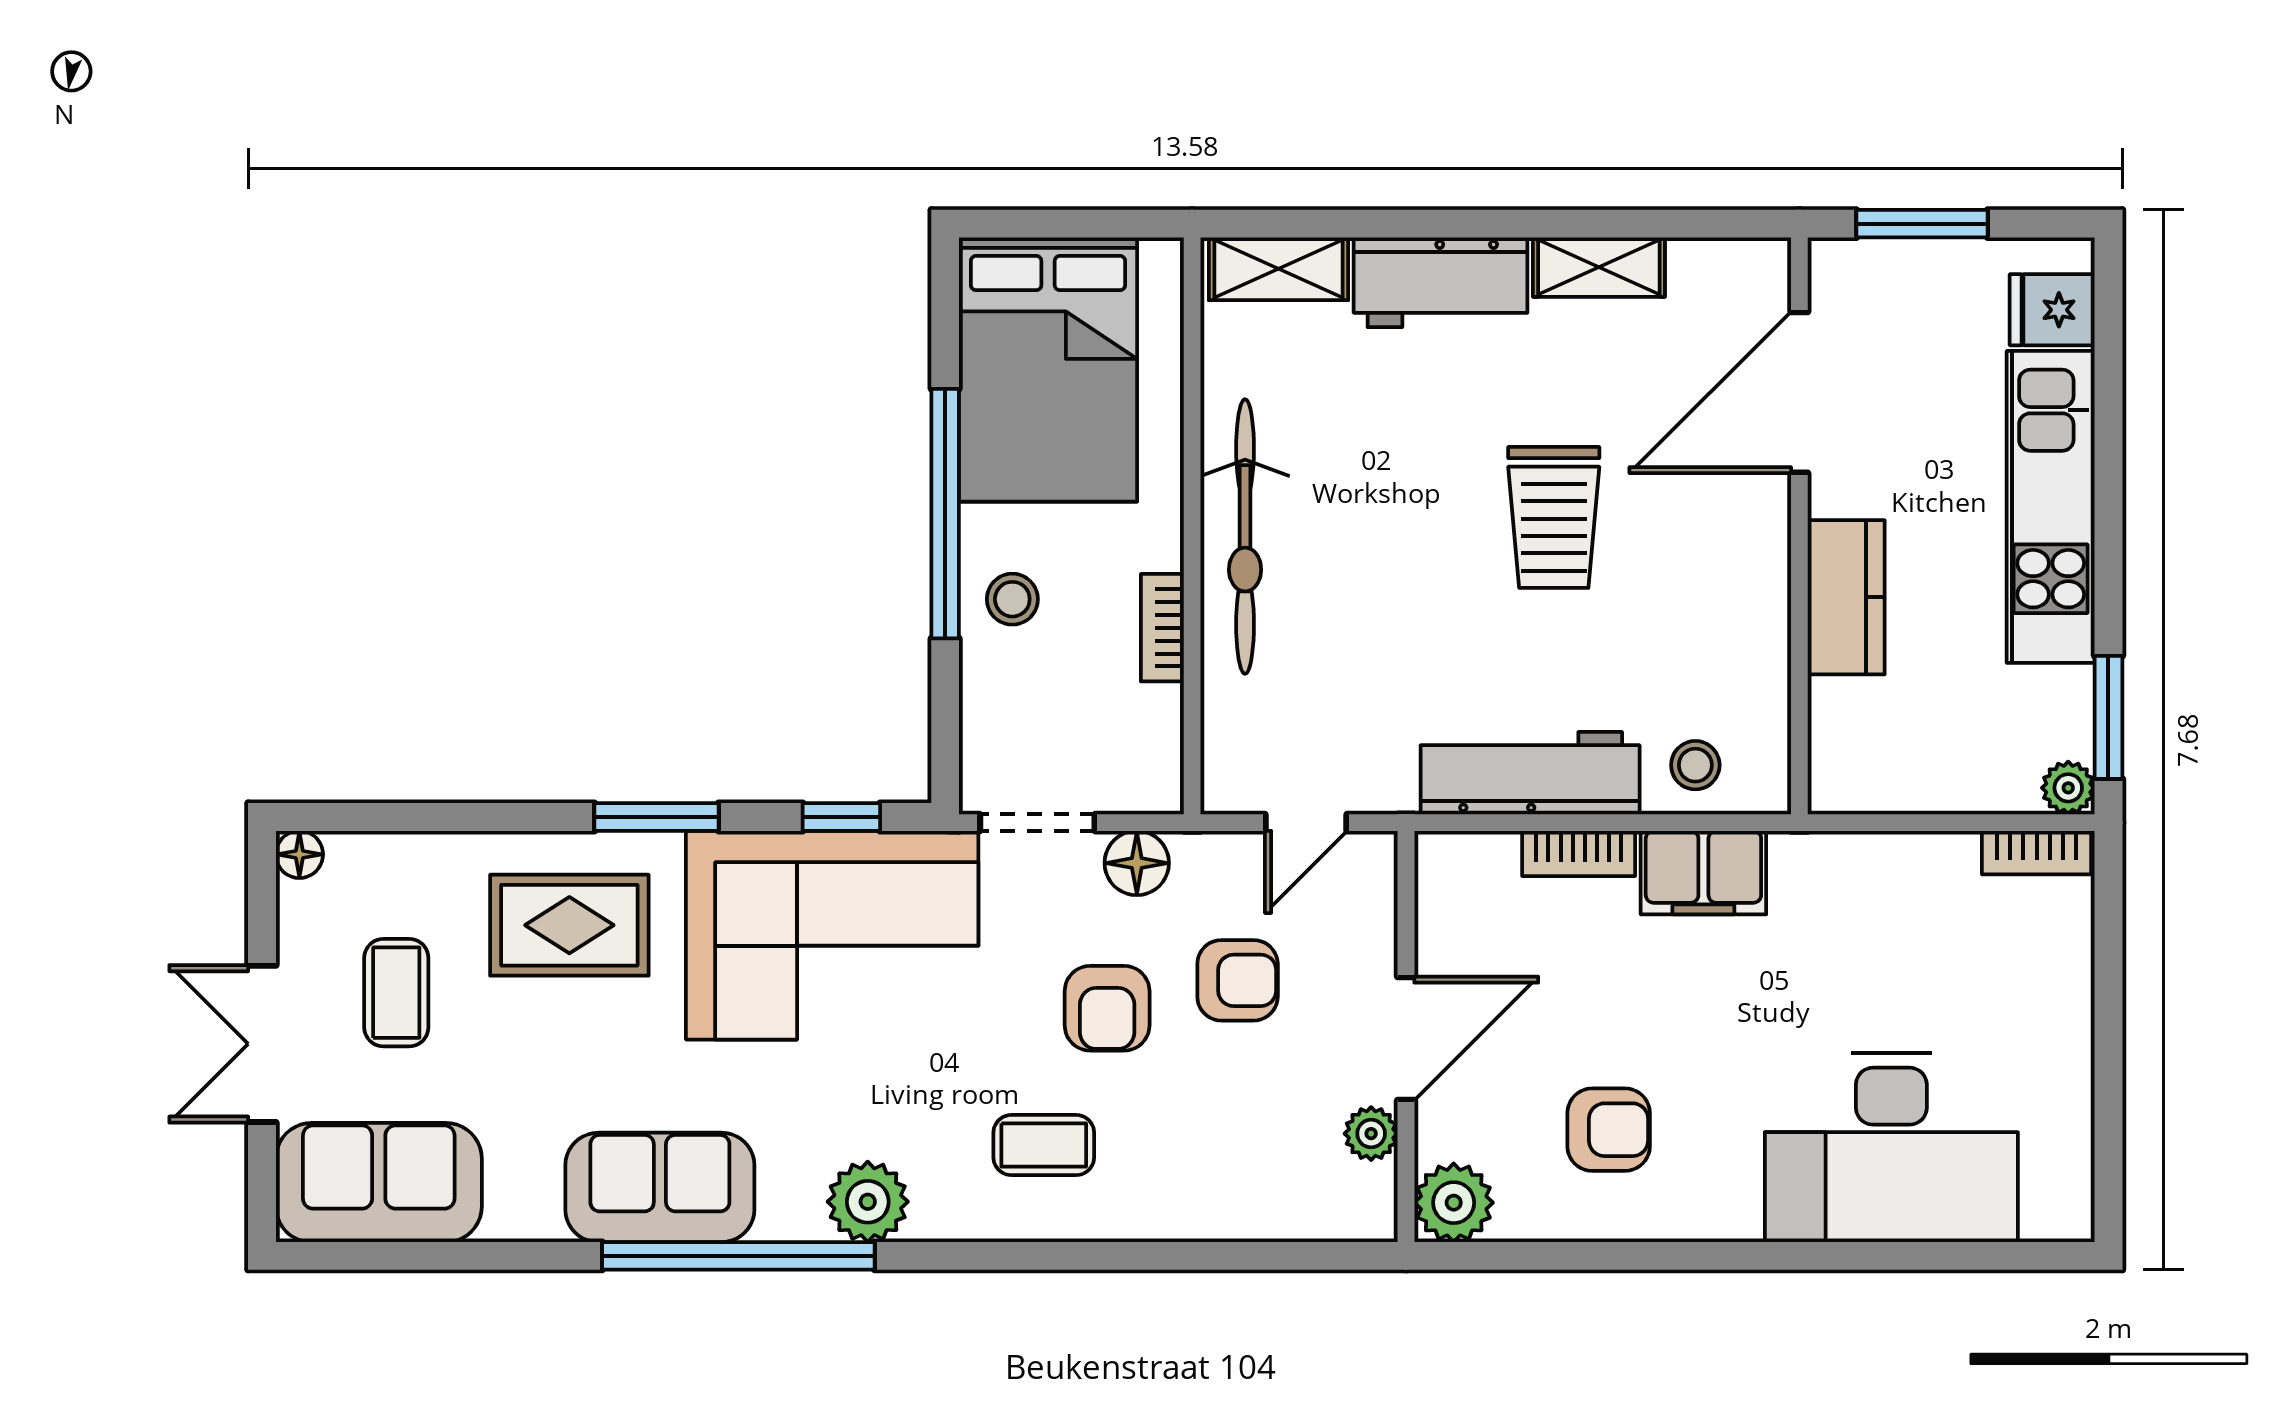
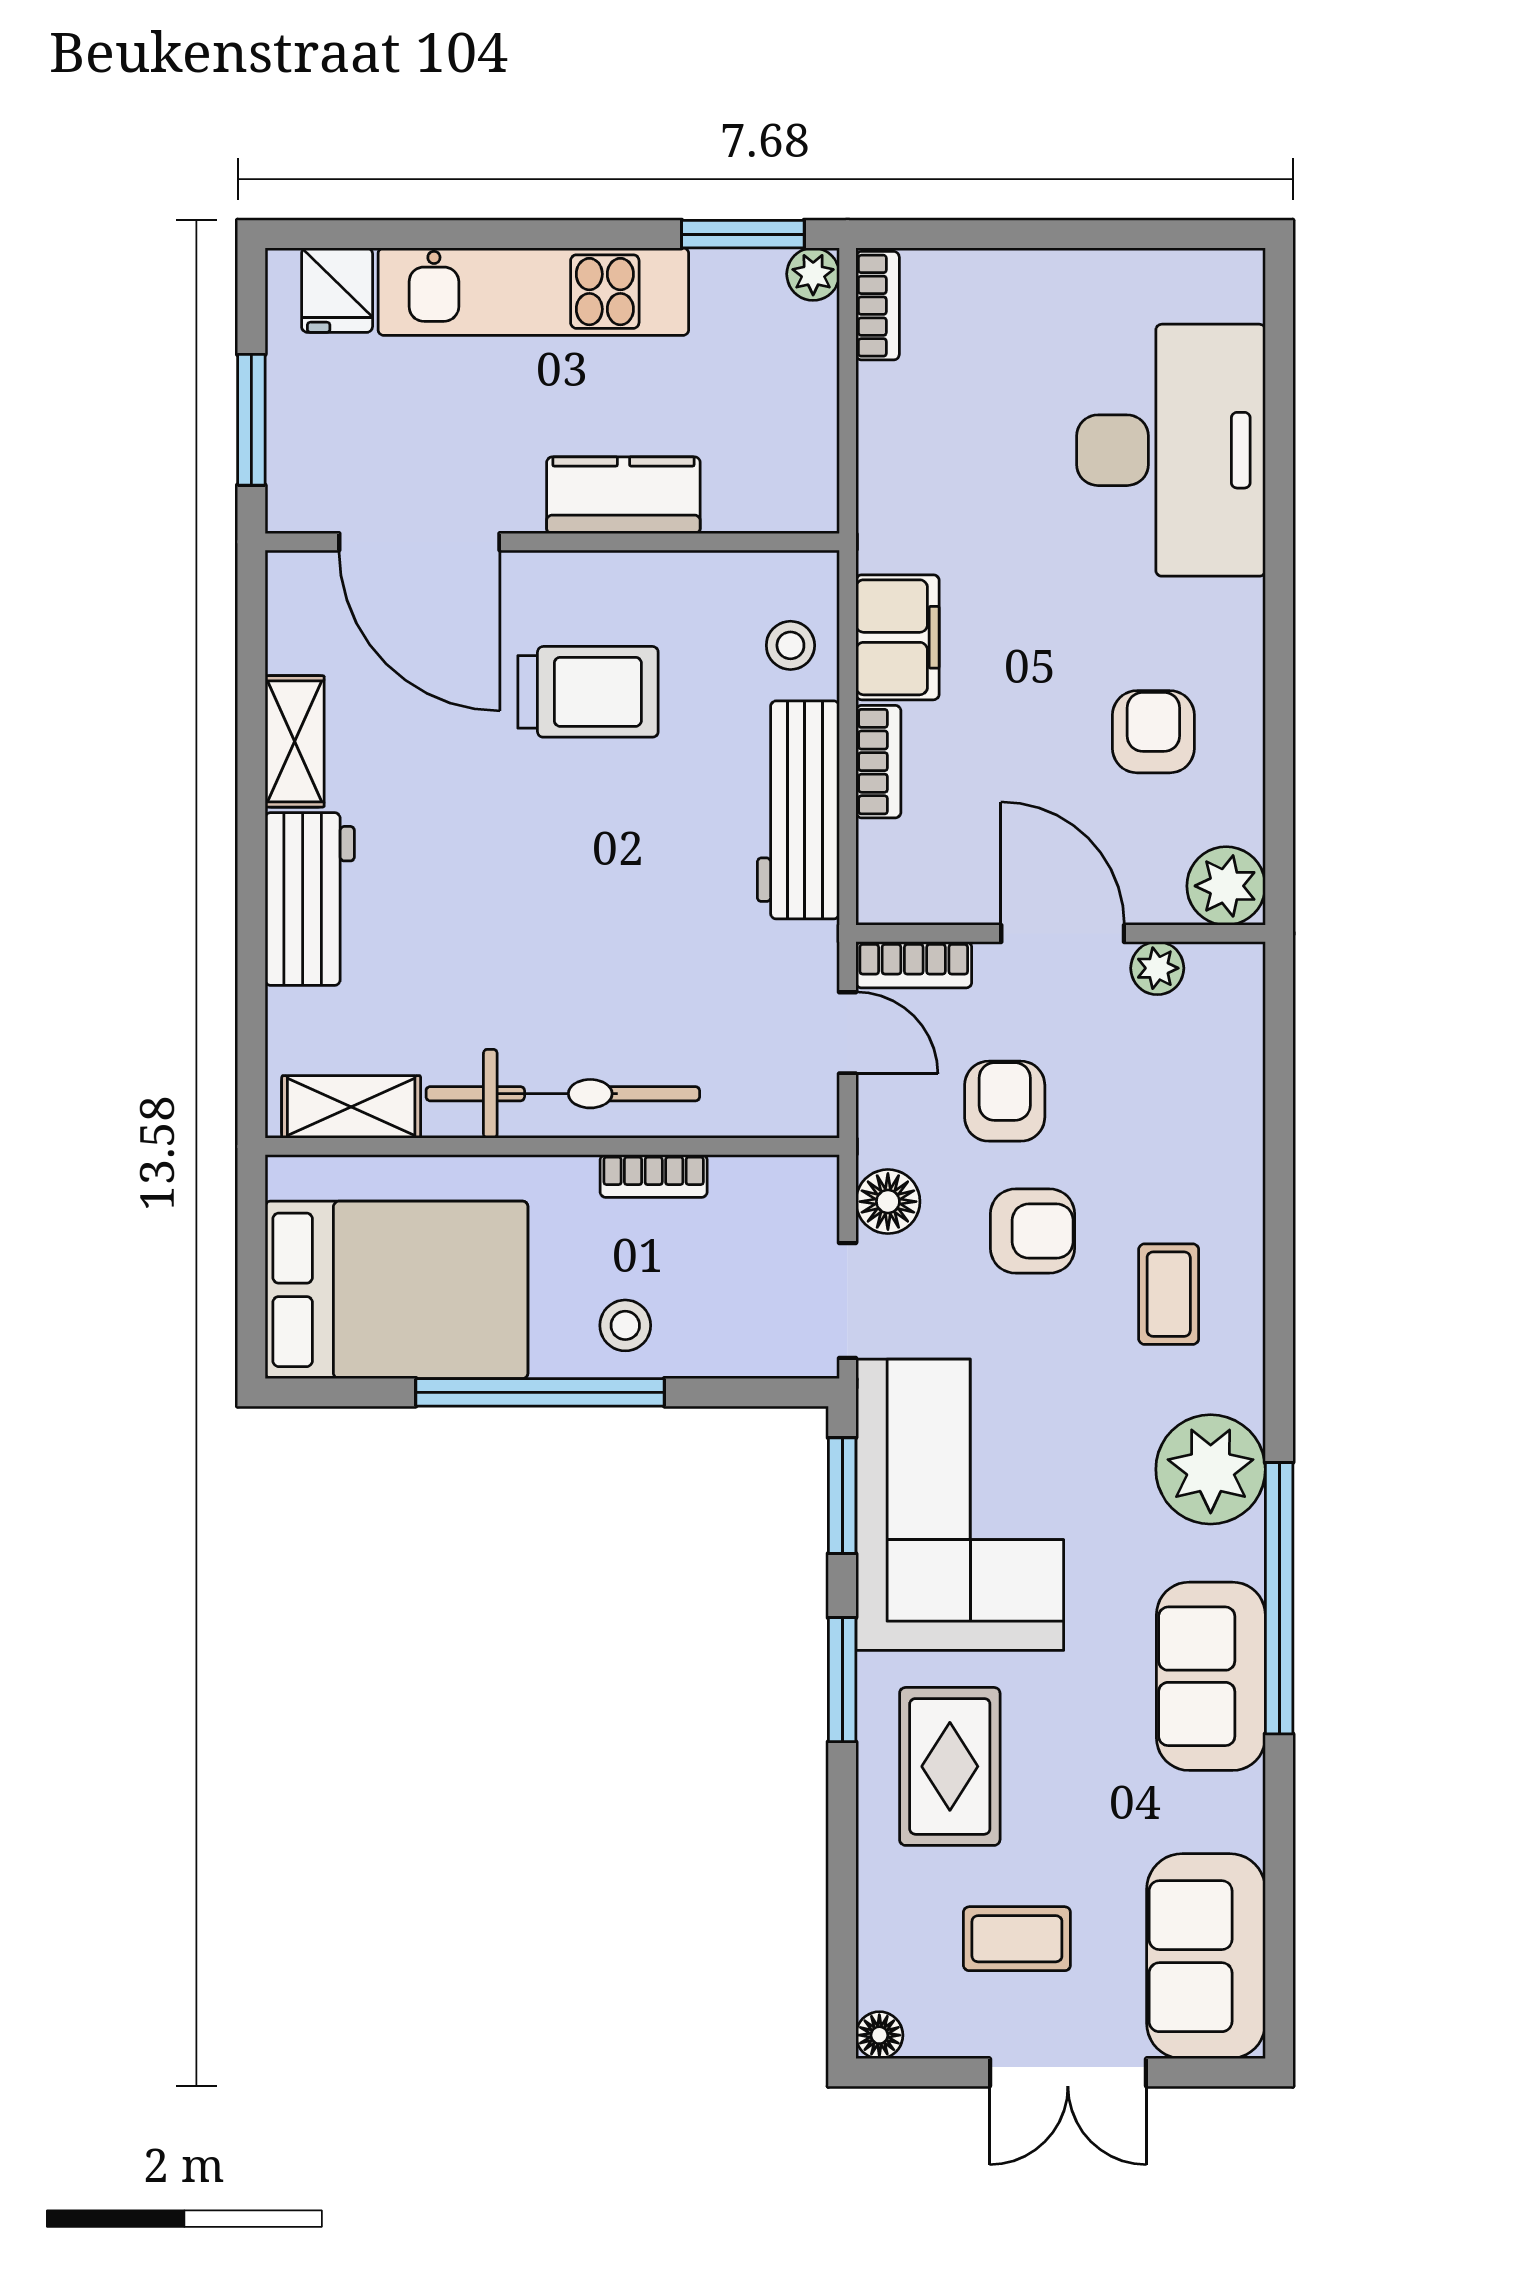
shelving: (1279, 269) -> (351, 1107), moved, turned 90
trolley: (1554, 517) -> (588, 692), moved
window: (841, 817) -> (842, 1496), width x1.50
bookcase: (1374, 889) -> (914, 965), added
plant: (868, 1202) -> (1211, 1469), width x1.36, depth x1.36

